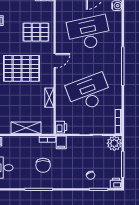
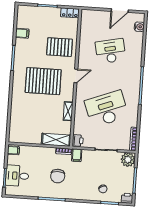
desk: (89, 33) -> (110, 51), width x0.73, depth x0.77
shelving: (26, 128) -> (56, 140), moved

